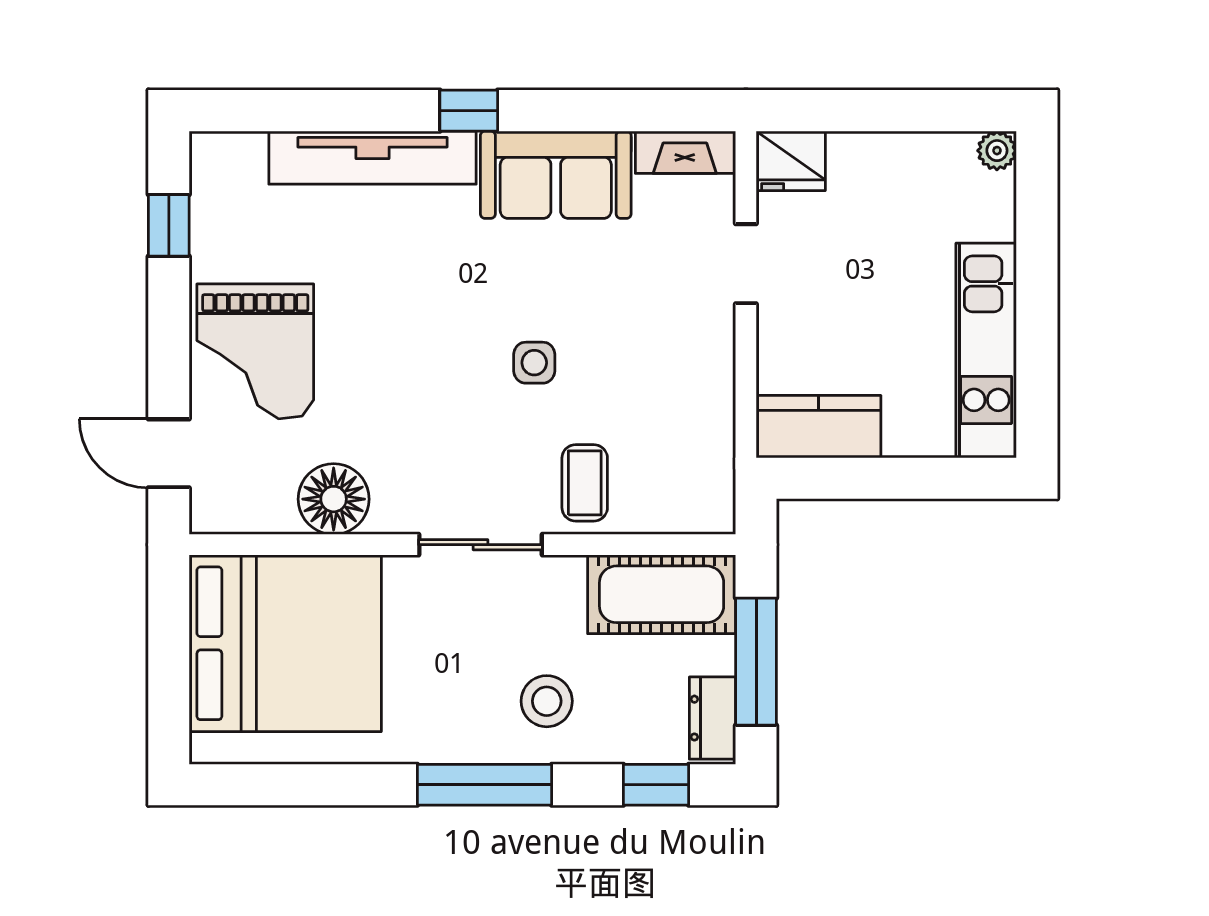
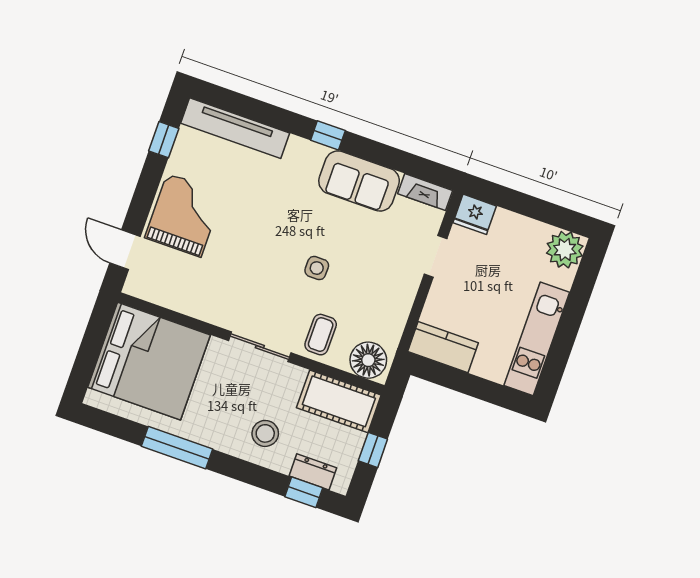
plant: (997, 151) -> (565, 250), width x1.88, depth x1.88
tv unit: (373, 158) -> (235, 128), moved
grand piano: (255, 351) -> (184, 215), turned 180
floor lamp: (334, 499) -> (368, 360), moved
window: (756, 662) -> (373, 450), width x0.46
dresser: (712, 718) -> (313, 472), moved, turned 90
window: (485, 785) -> (177, 448), moved

